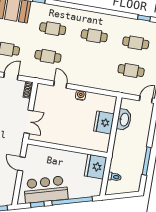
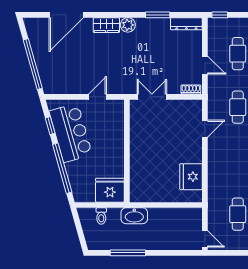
water cooler: (81, 95) -> (196, 156), removed
washbasin: (124, 120) -> (134, 216), moved
double door: (29, 122) -> (152, 97), swing flipped
fridge: (104, 122) -> (191, 177), moved, turned -90

